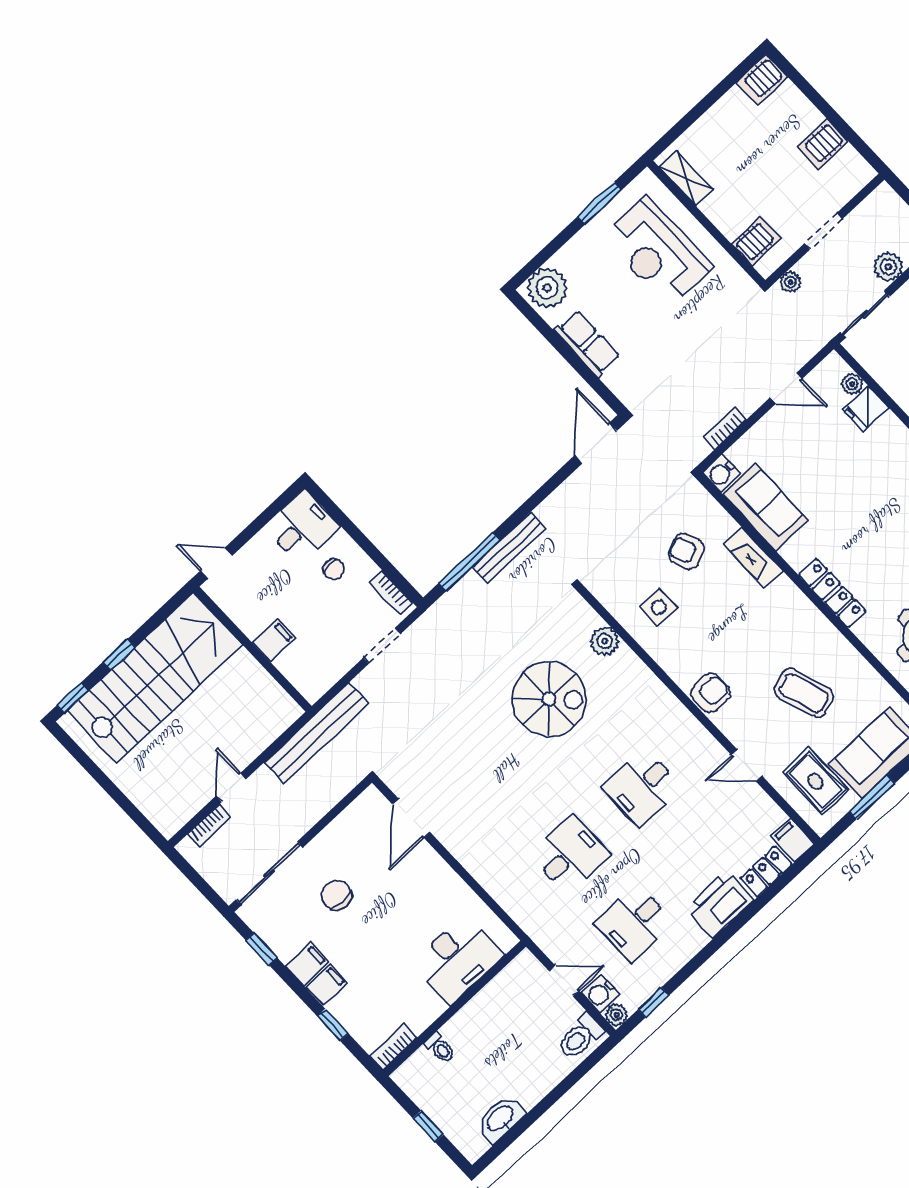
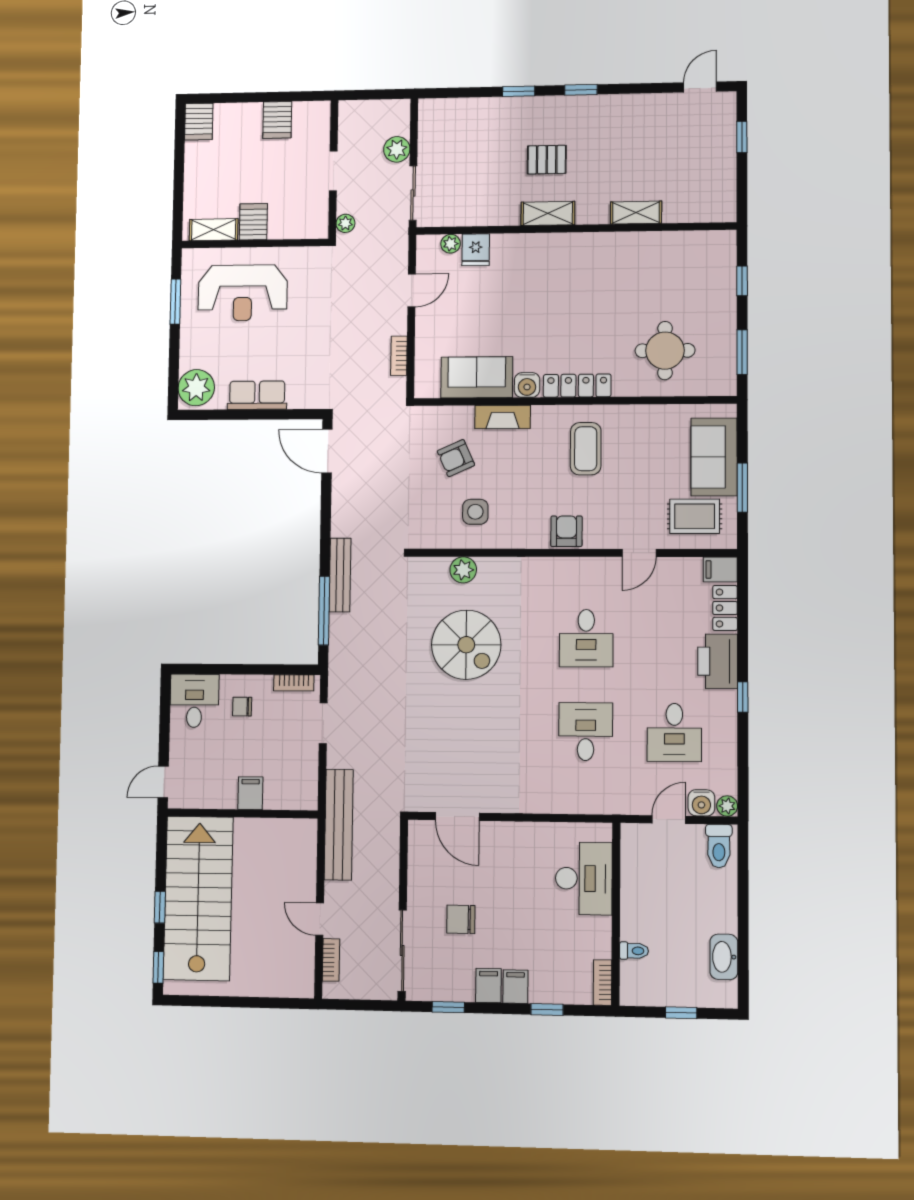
server rack: (756, 241) -> (253, 222), moved
water cooler: (721, 473) -> (527, 385), moved
chair: (334, 569) -> (242, 707), turned 180
coffee table: (804, 693) -> (586, 449), moved, turned -72
spiral stairs: (549, 699) -> (466, 645), turned 90
window: (653, 1003) -> (743, 697), moved

